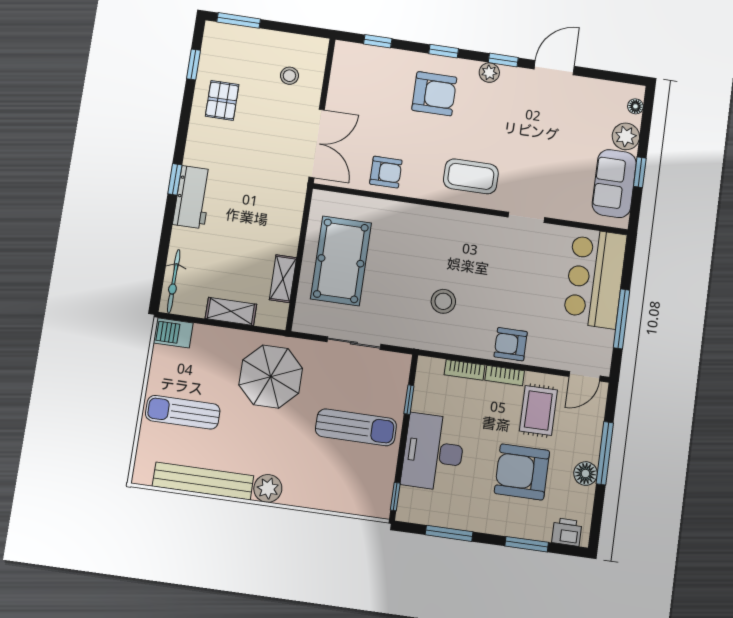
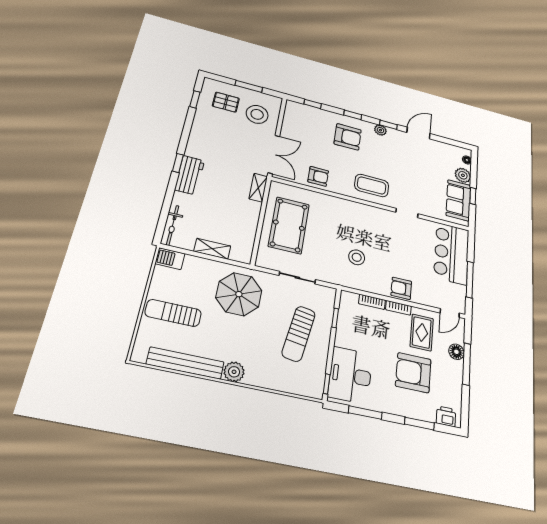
window: (239, 20) -> (249, 86), moved
stool: (289, 76) -> (257, 114), width x1.89, depth x1.89
pallet: (222, 100) -> (226, 102), moved, turned 90
shelving: (283, 279) -> (258, 188), moved
sun lounger: (356, 427) -> (299, 334), turned 99
desk: (433, 452) -> (350, 375), moved
floor lamp: (586, 474) -> (456, 352), moved

